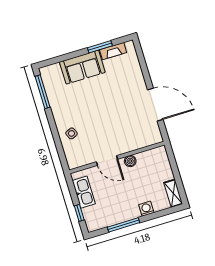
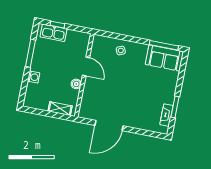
sofa: (82, 67) -> (164, 58), moved, turned -90
door: (107, 160) -> (86, 67), swing flipped
kitchen sink: (84, 192) -> (54, 33), moved
shelving: (173, 193) -> (60, 109), moved

